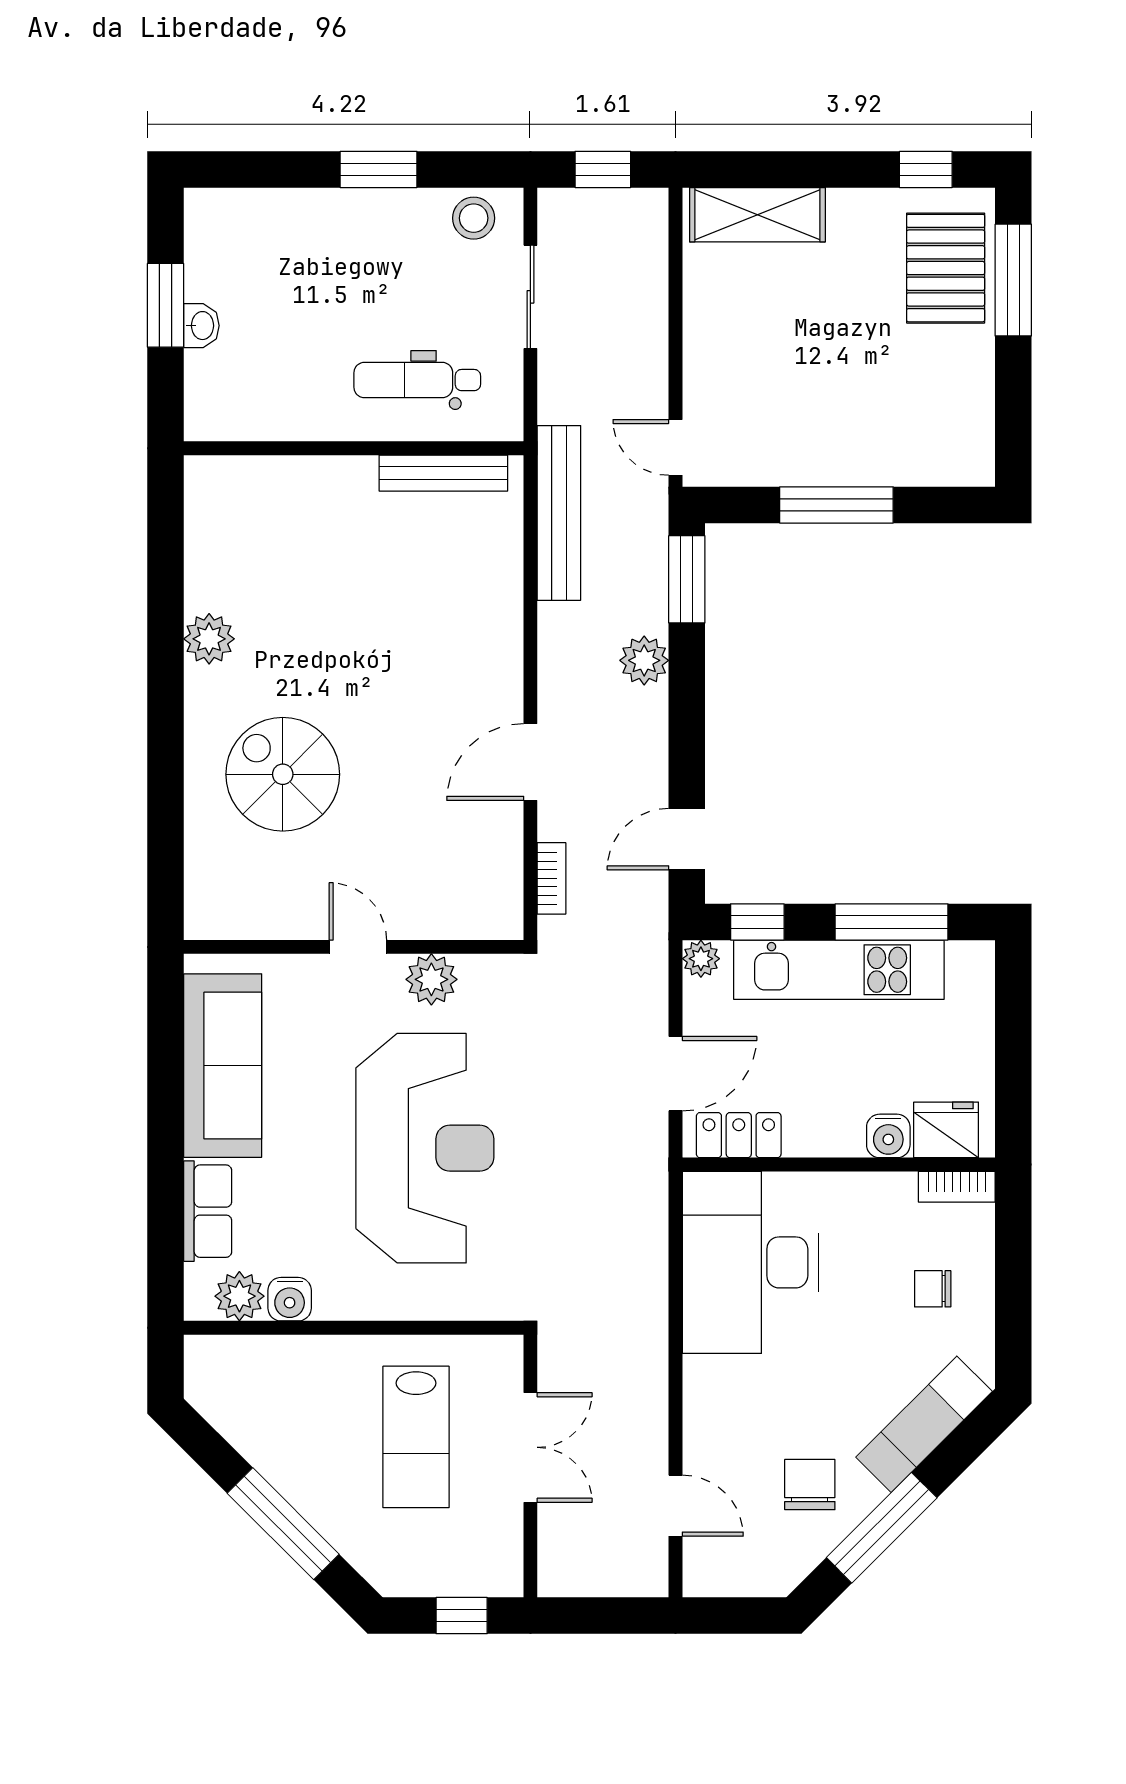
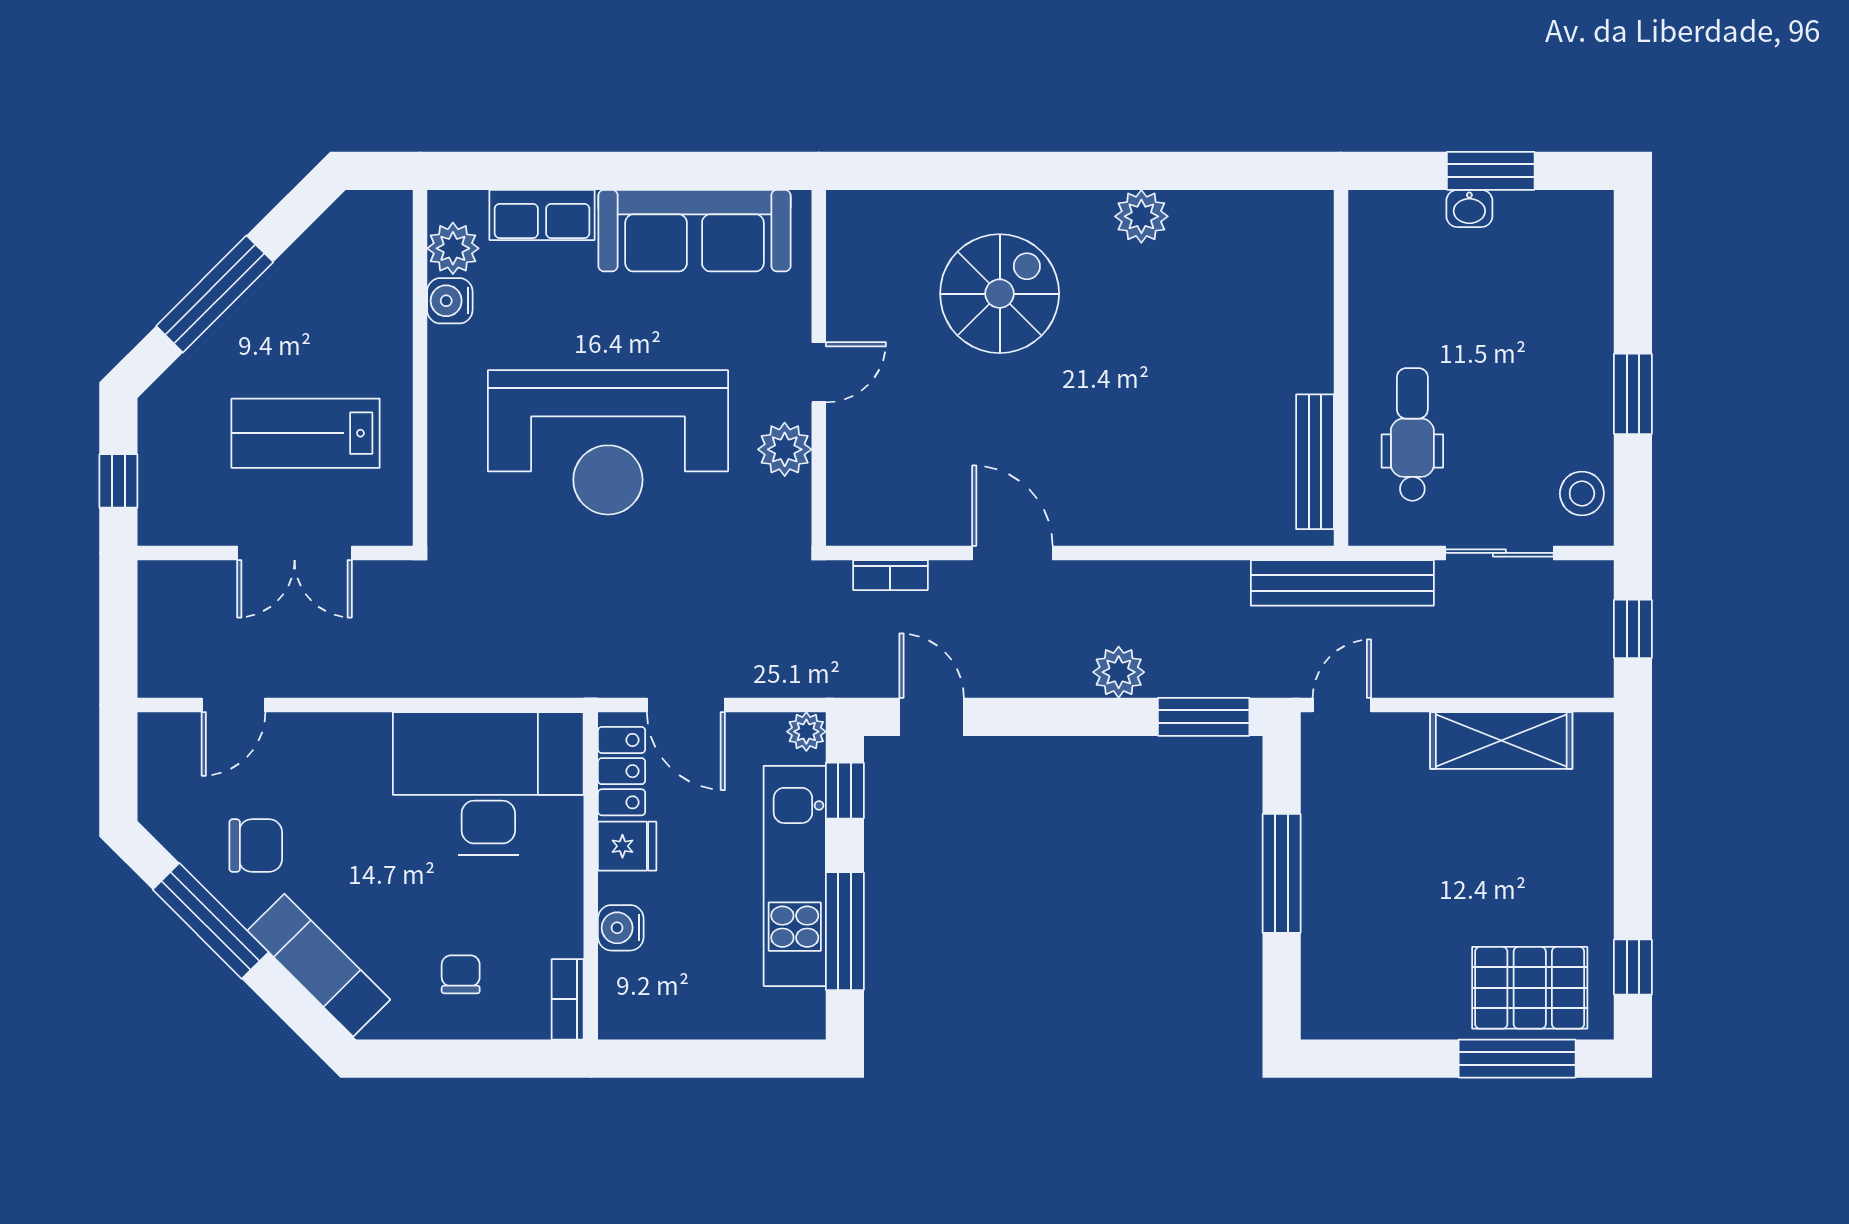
shelving: (757, 215) -> (1501, 740), moved, turned 90
bench: (559, 513) -> (1342, 583), moved
fridge: (946, 1130) -> (627, 846), moved, width x0.72

